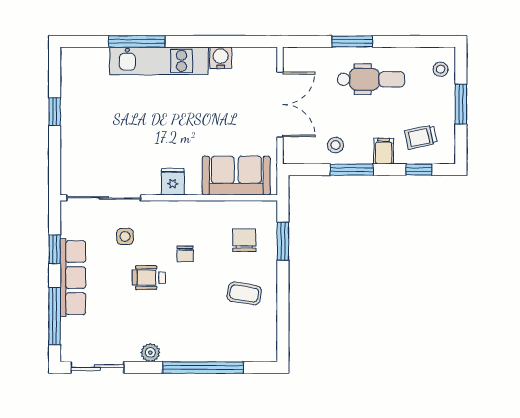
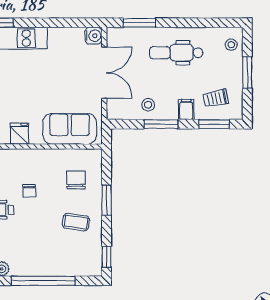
window: (352, 41) -> (139, 23), moved
water cooler: (221, 58) -> (94, 36), moved, turned 90
dental chair: (371, 79) -> (176, 53), turned 180
window: (419, 170) -> (214, 124), width x1.50
window: (283, 241) -> (107, 200), moved
window: (283, 337) -> (107, 257), added

